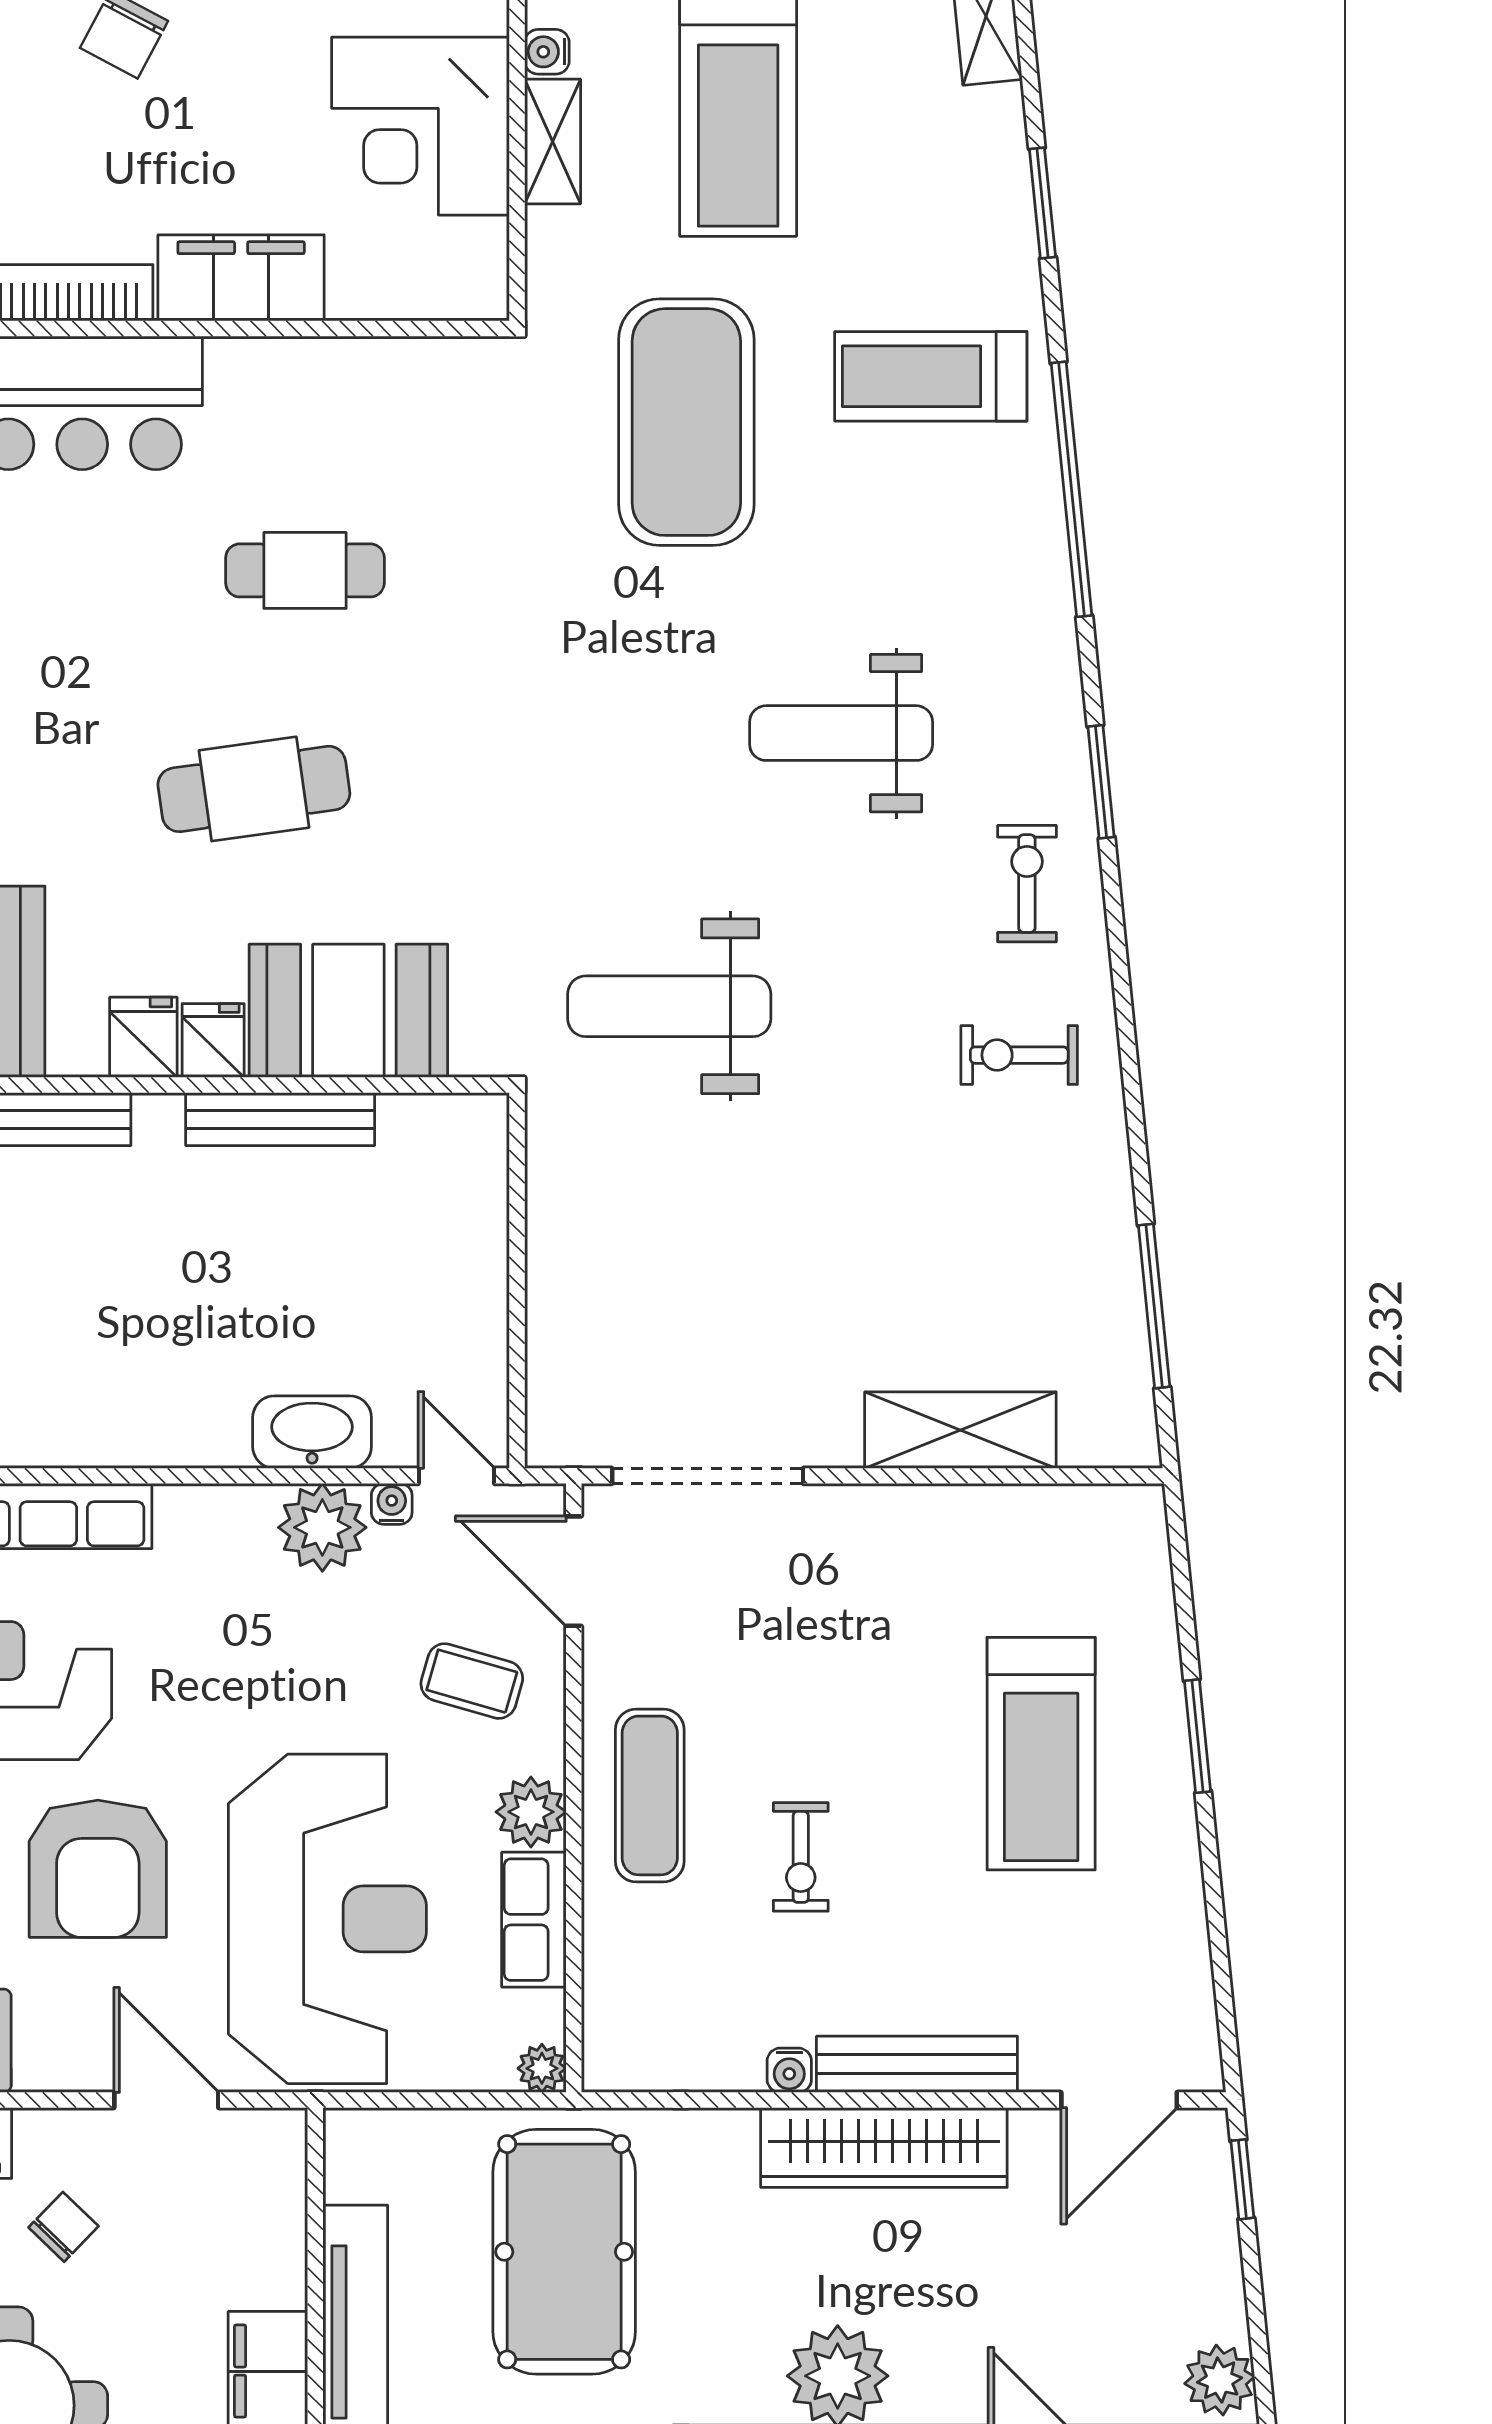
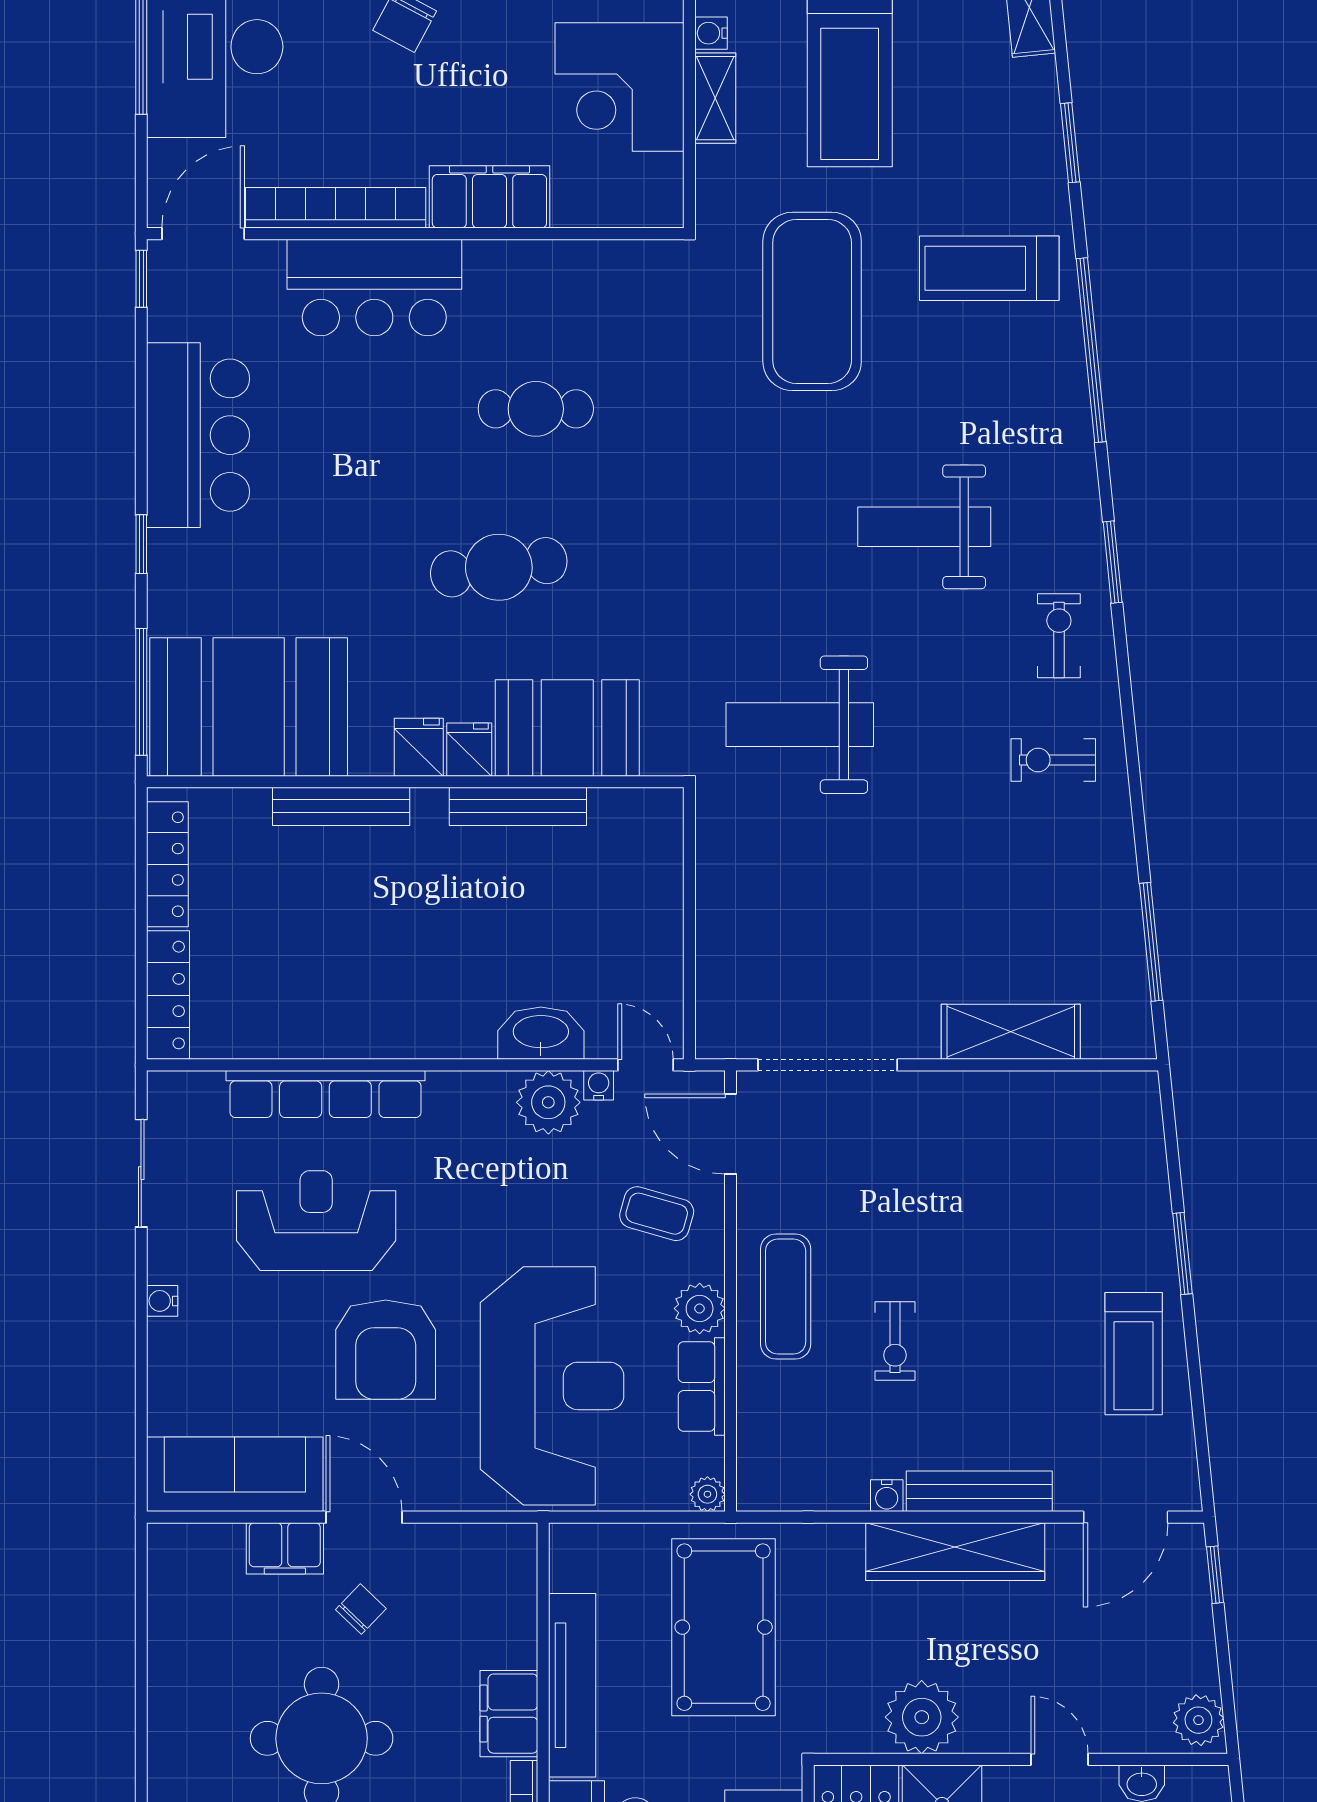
treadmill: (1041, 1754) -> (1134, 1354), moved, width x0.73, depth x0.73
door: (166, 2100) -> (364, 1517), moved

